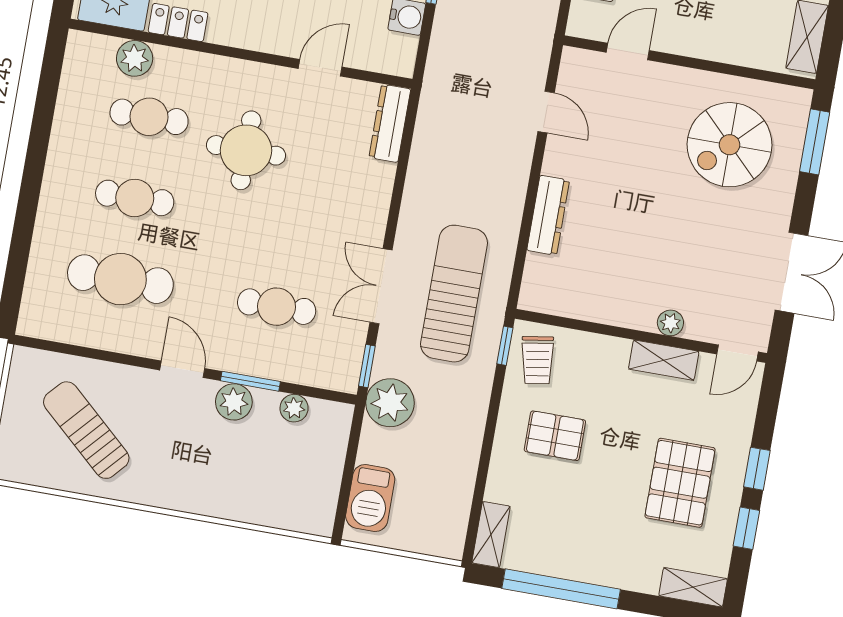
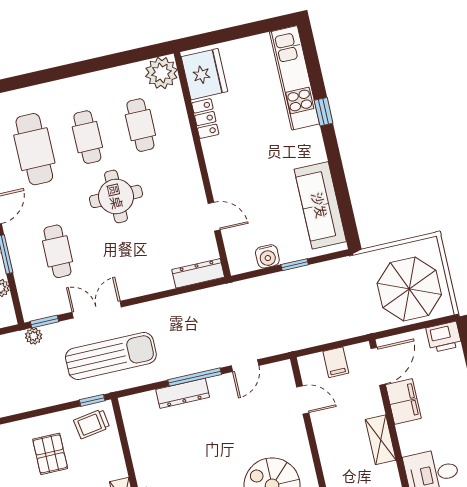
plant: (135, 58) -> (161, 73), moved, width x1.36, depth x1.36
round table: (246, 150) -> (116, 196), moved
window: (533, 189) -> (195, 377), added
plant: (390, 403) -> (34, 336), width x0.53, depth x0.53

